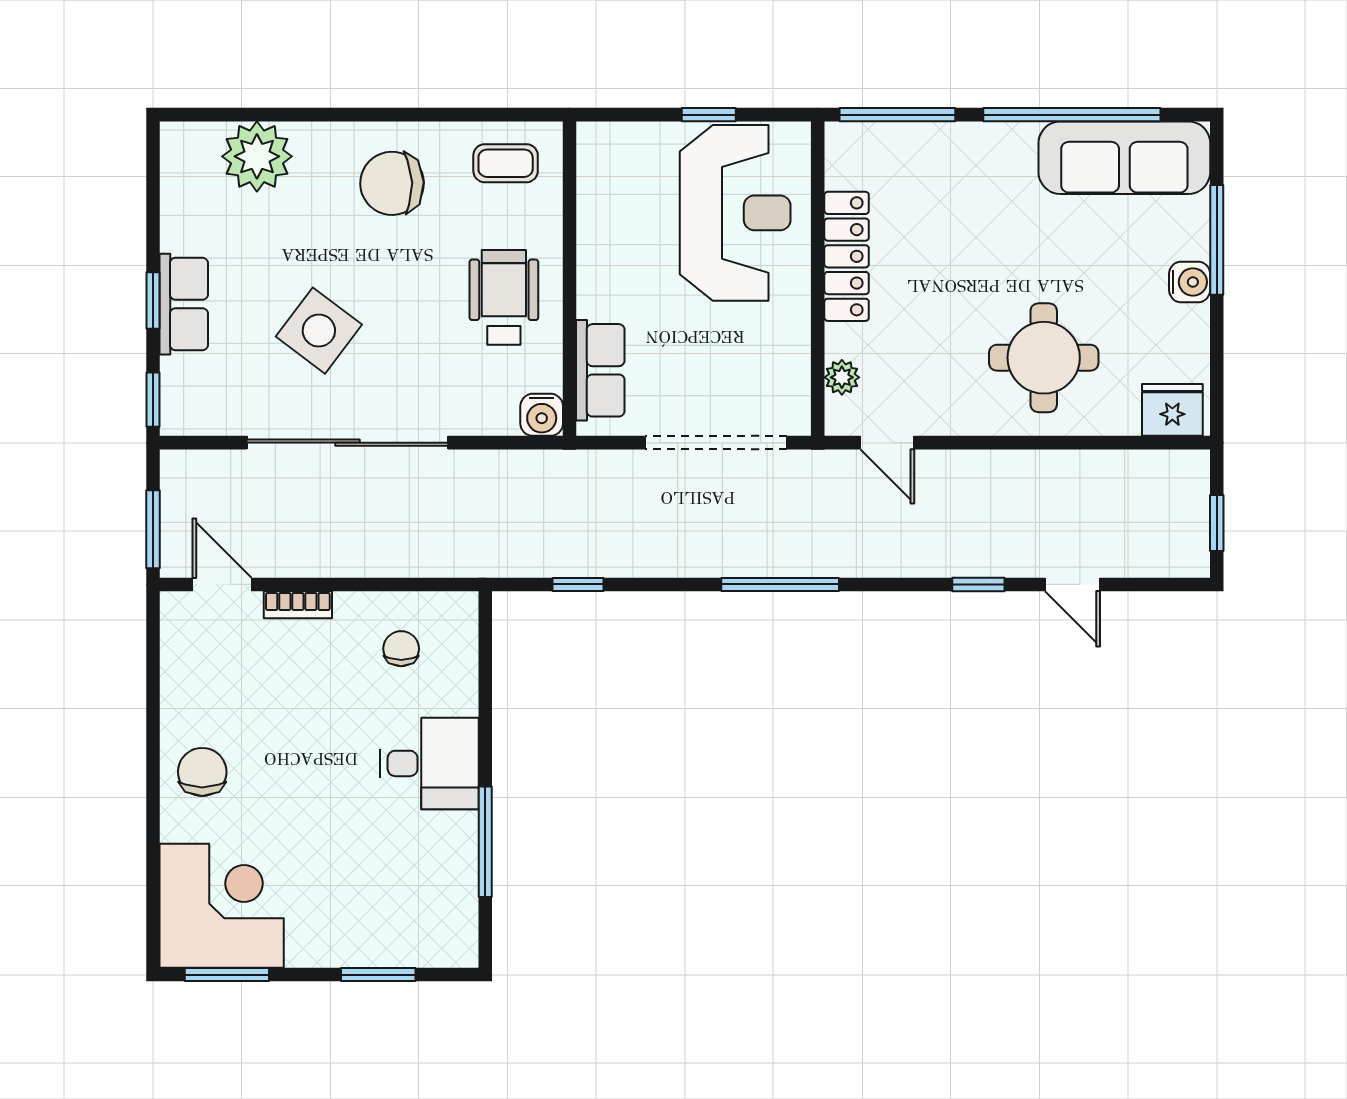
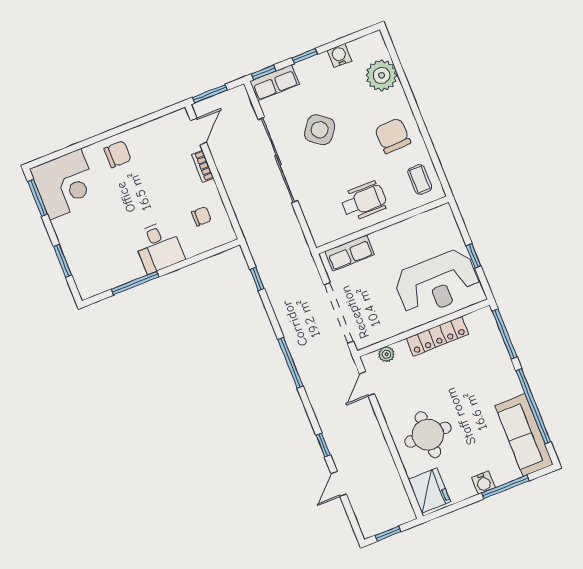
row of seats: (184, 304) -> (275, 83), moved
fridge: (1172, 410) -> (429, 491), width x1.36, depth x1.34
water cooler: (542, 415) -> (339, 56), moved, turned 90

